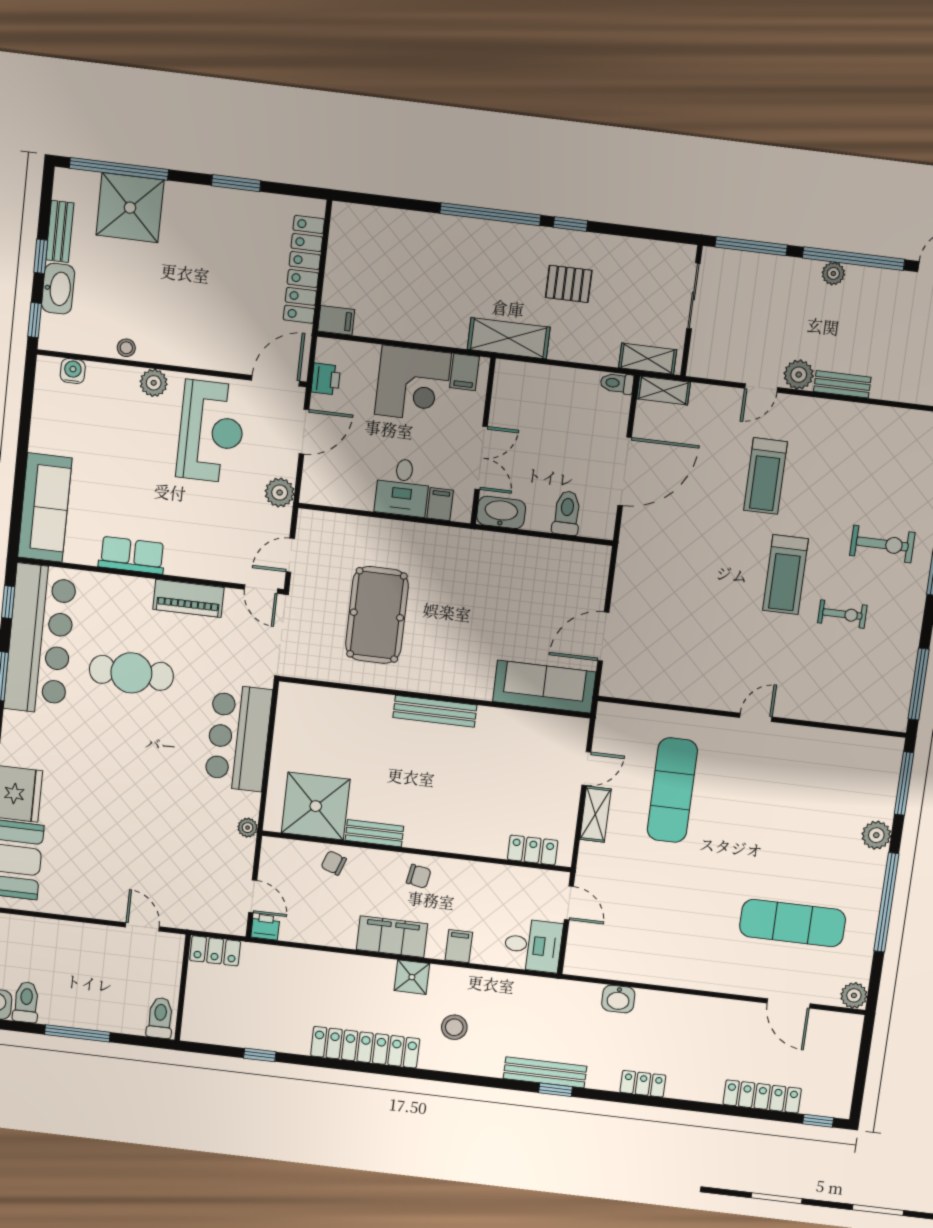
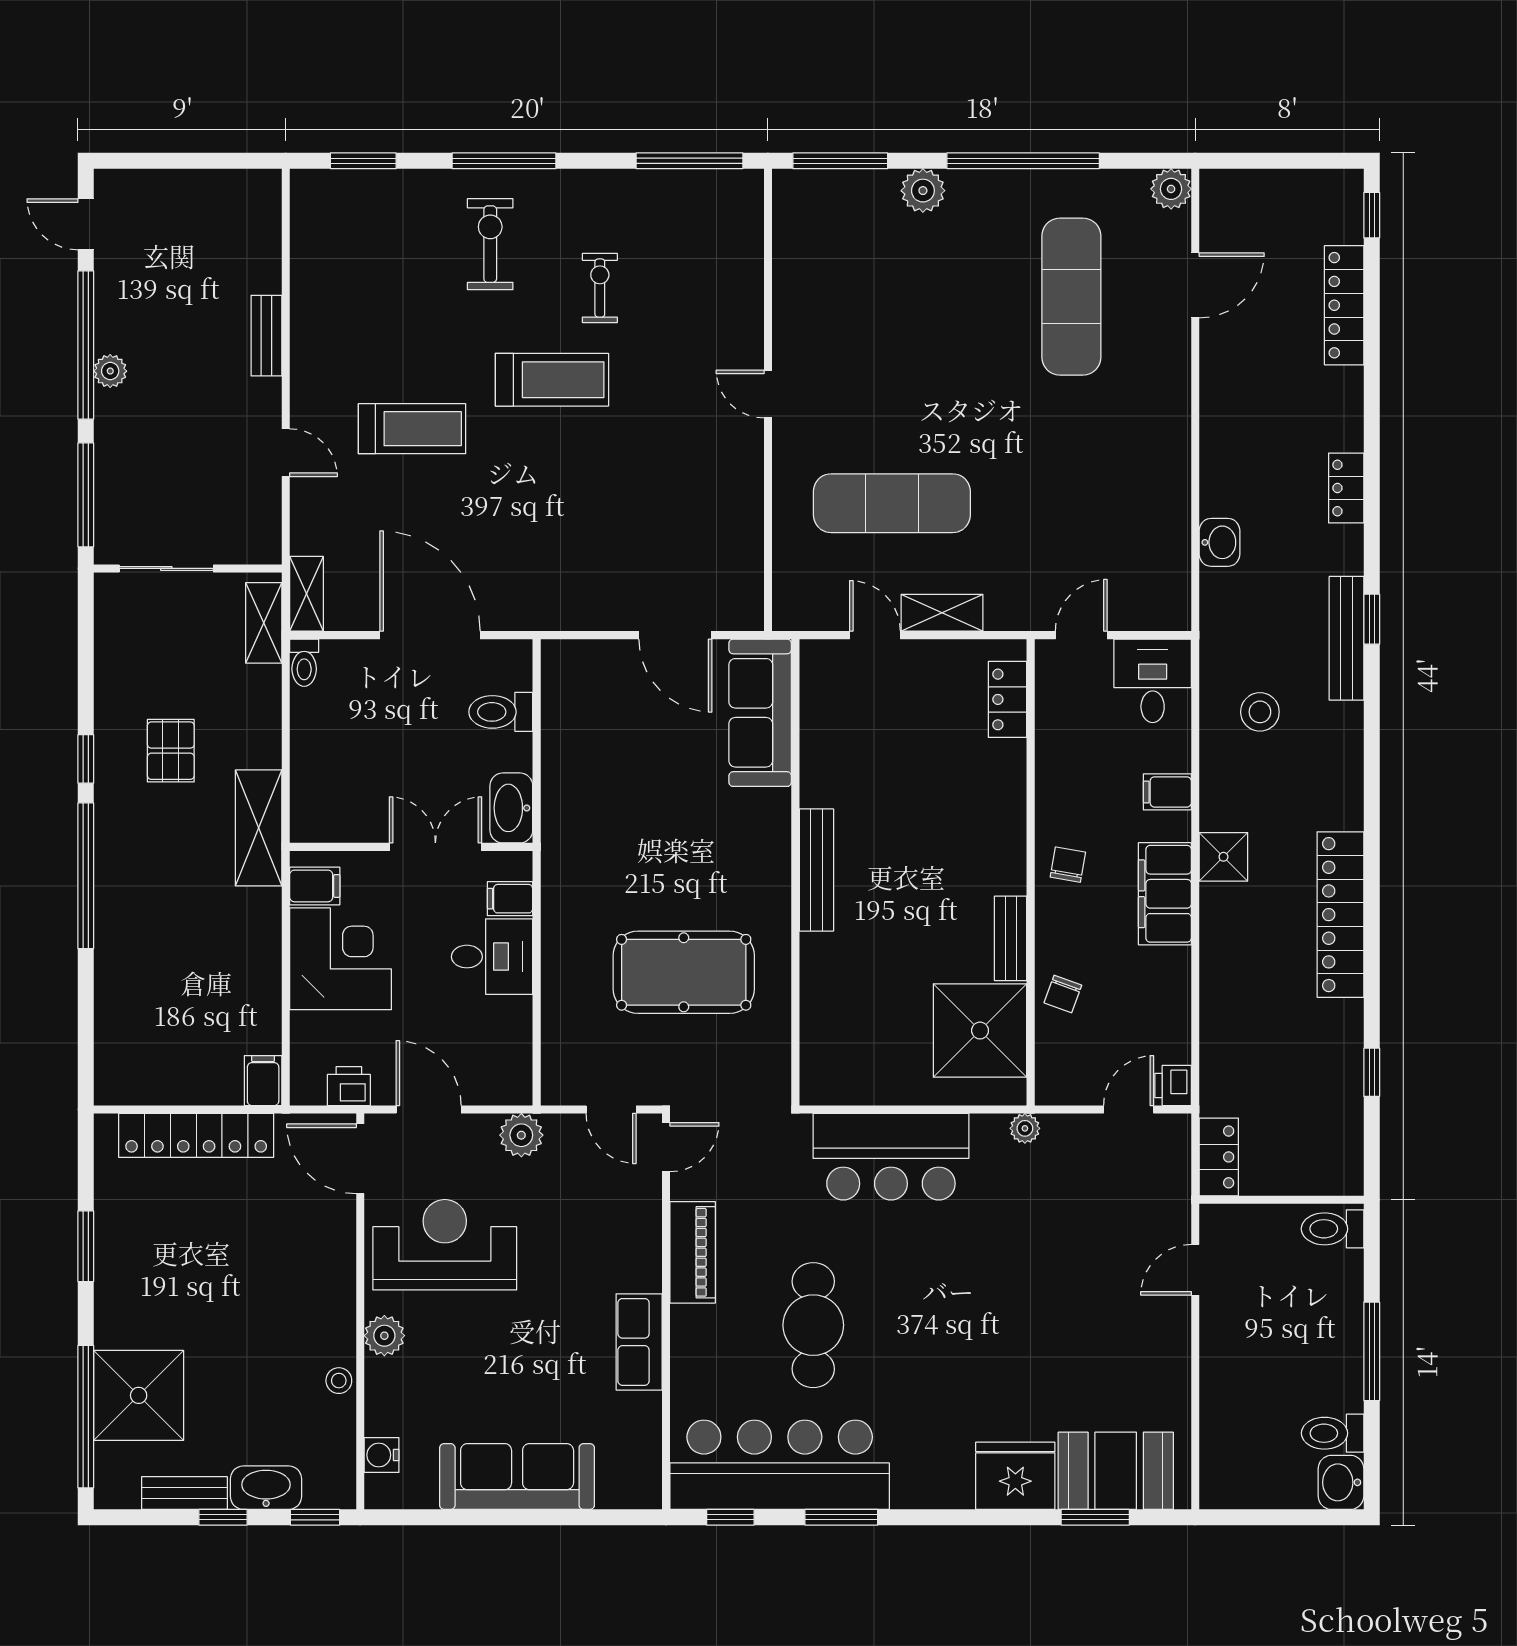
plant: (799, 375) -> (260, 401), removed
sofa: (45, 508) -> (517, 1477), moved
stool: (454, 1027) -> (1260, 712), moved

